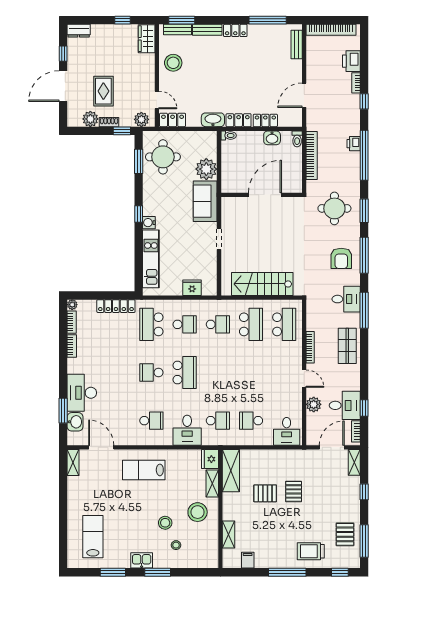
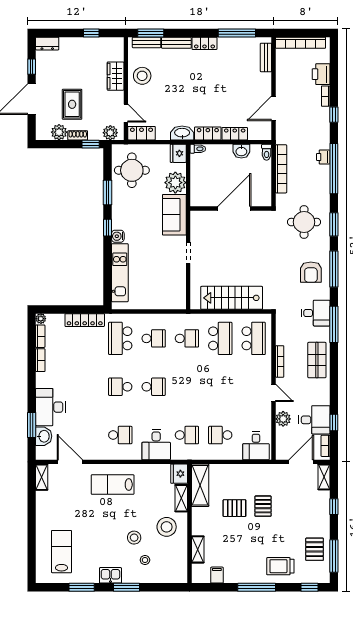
wardrobe: (147, 39) -> (116, 76), moved
window: (139, 161) -> (108, 192), moved
fridge: (192, 288) -> (178, 153), moved, turned -90
school desk: (185, 372) -> (154, 387), width x0.54

